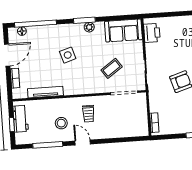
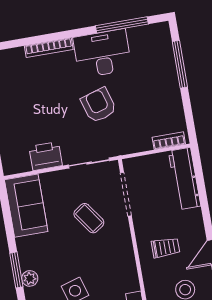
plant: (89, 27) -> (30, 278), moved
printer: (152, 33) -> (46, 156), moved
workbench: (130, 130) -> (185, 179), added

